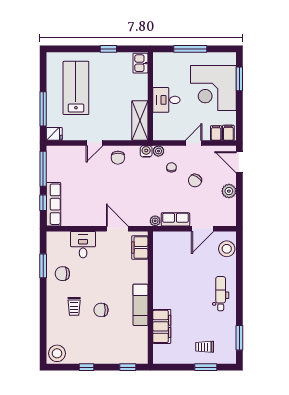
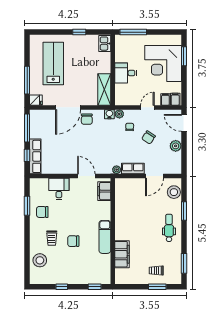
window: (190, 49) -> (133, 32), moved
door: (94, 143) -> (68, 107), width x1.87
window: (239, 272) -> (184, 211), added
stool: (57, 353) -> (40, 260), moved

